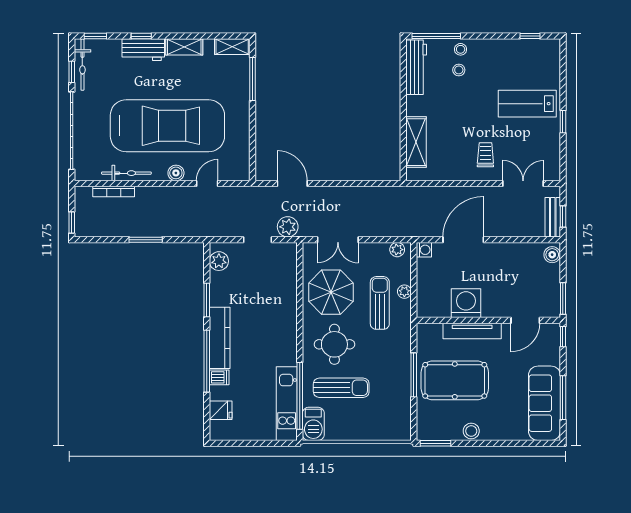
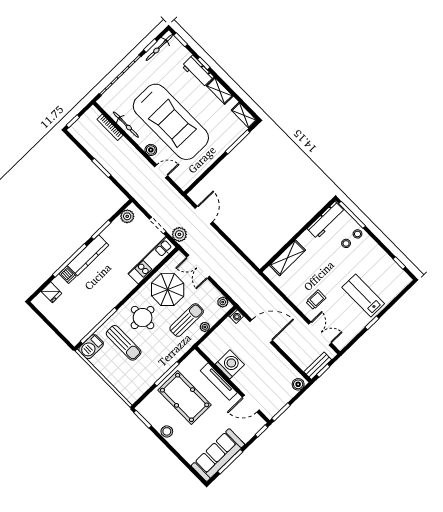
kitchen unit: (287, 404) -> (152, 260), moved

